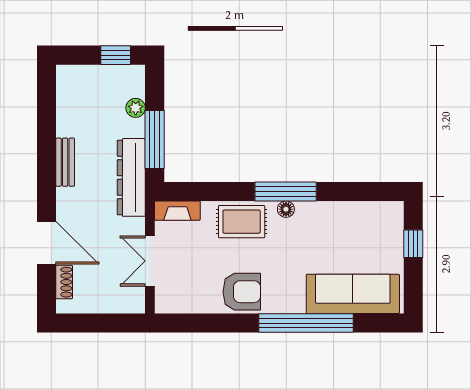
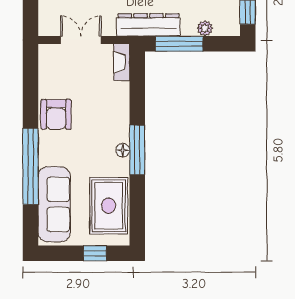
rug: (242, 222) -> (109, 206), moved, width x1.36, depth x1.43

